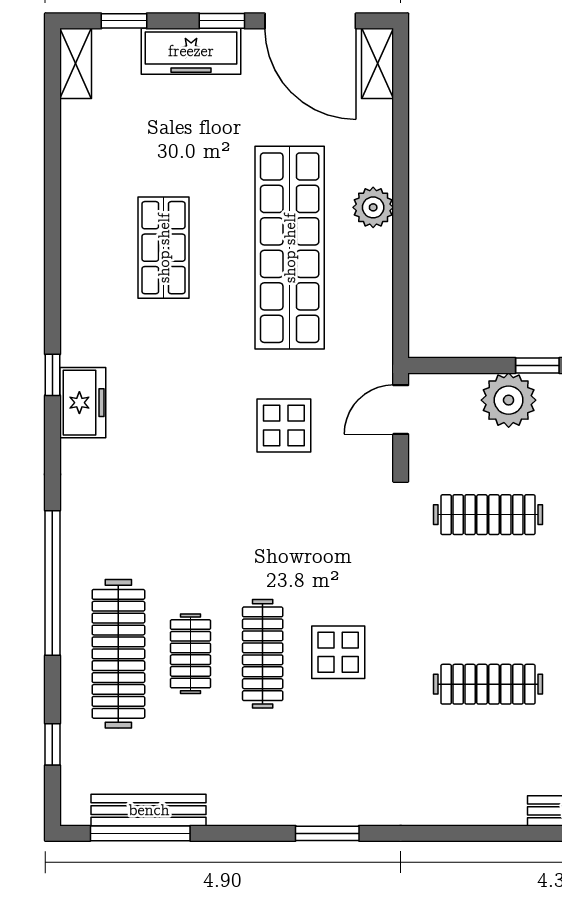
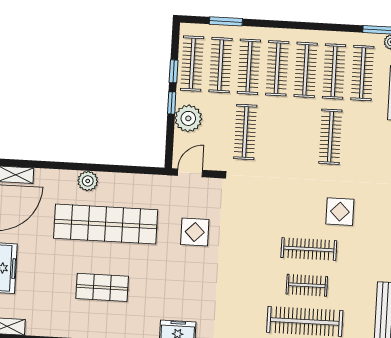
door: (401, 410) -> (190, 173), swing flipped
display table: (338, 652) -> (340, 212), moved

